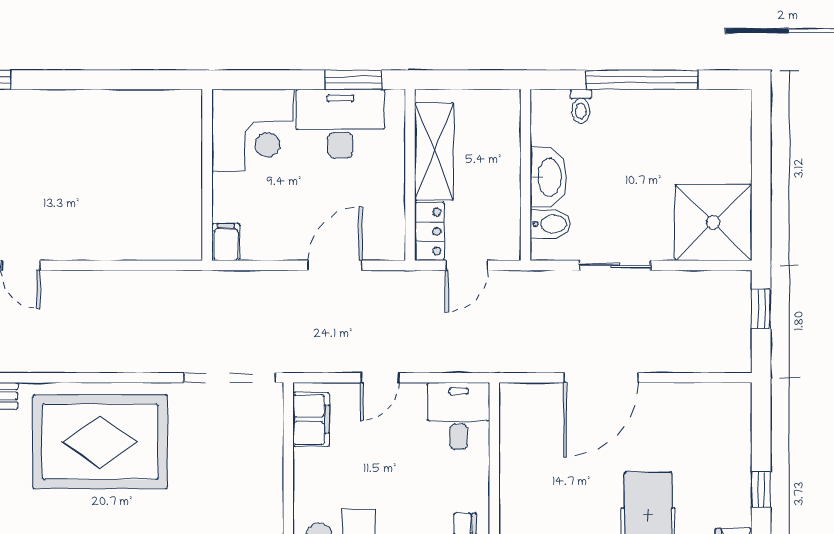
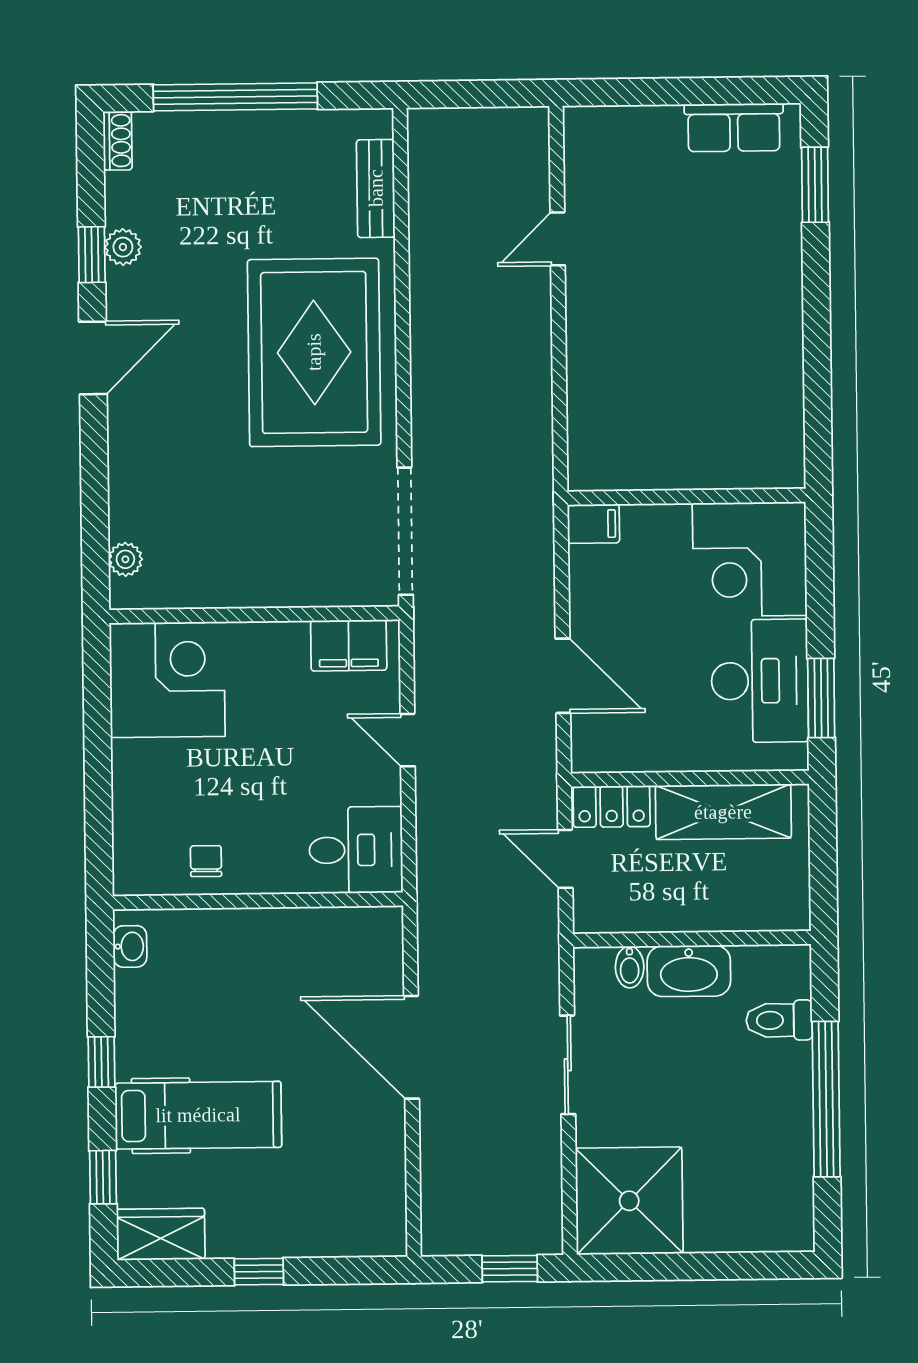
toilet: (581, 106) -> (779, 1020), width x1.37, depth x1.39
bidet: (551, 224) -> (630, 967), width x0.72, depth x0.74

